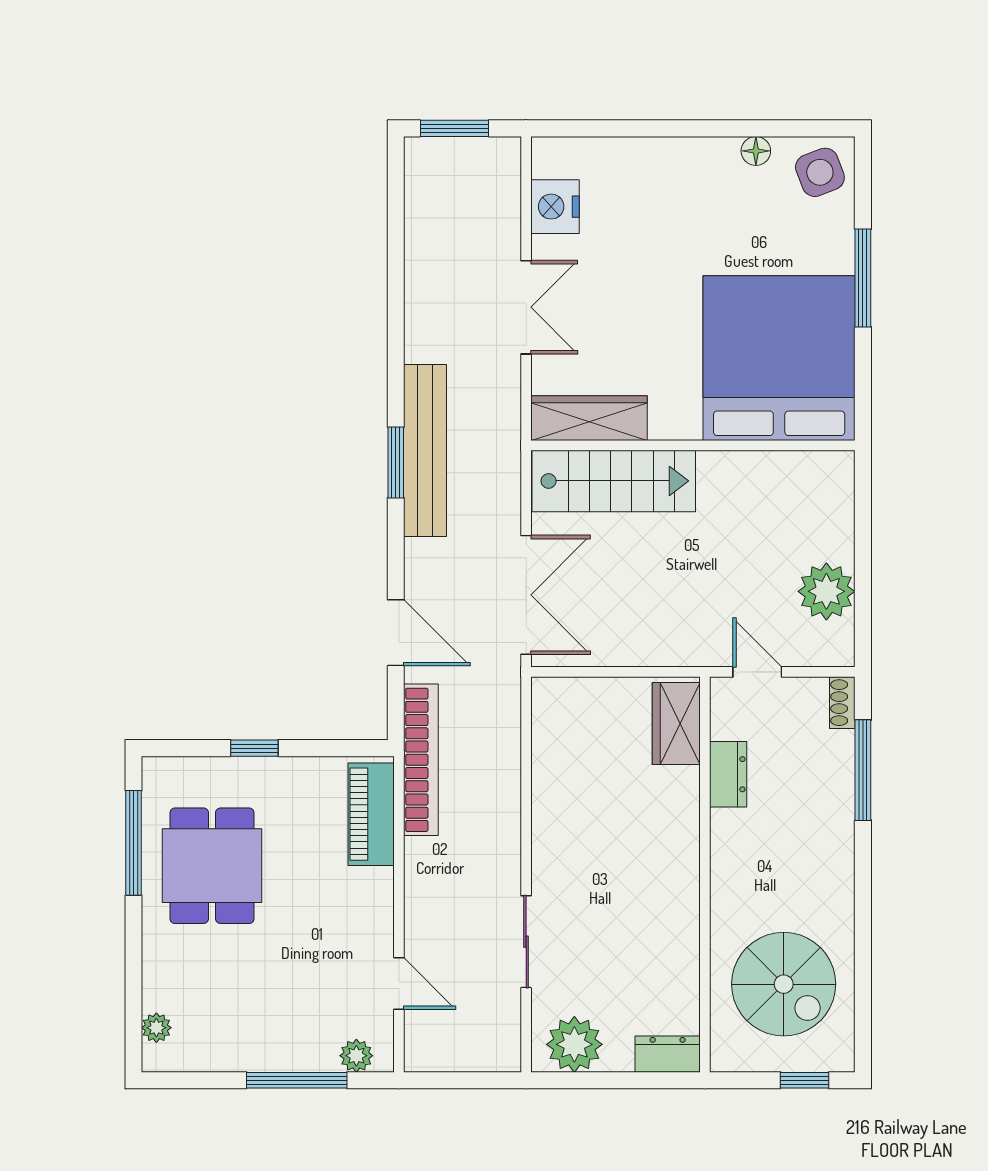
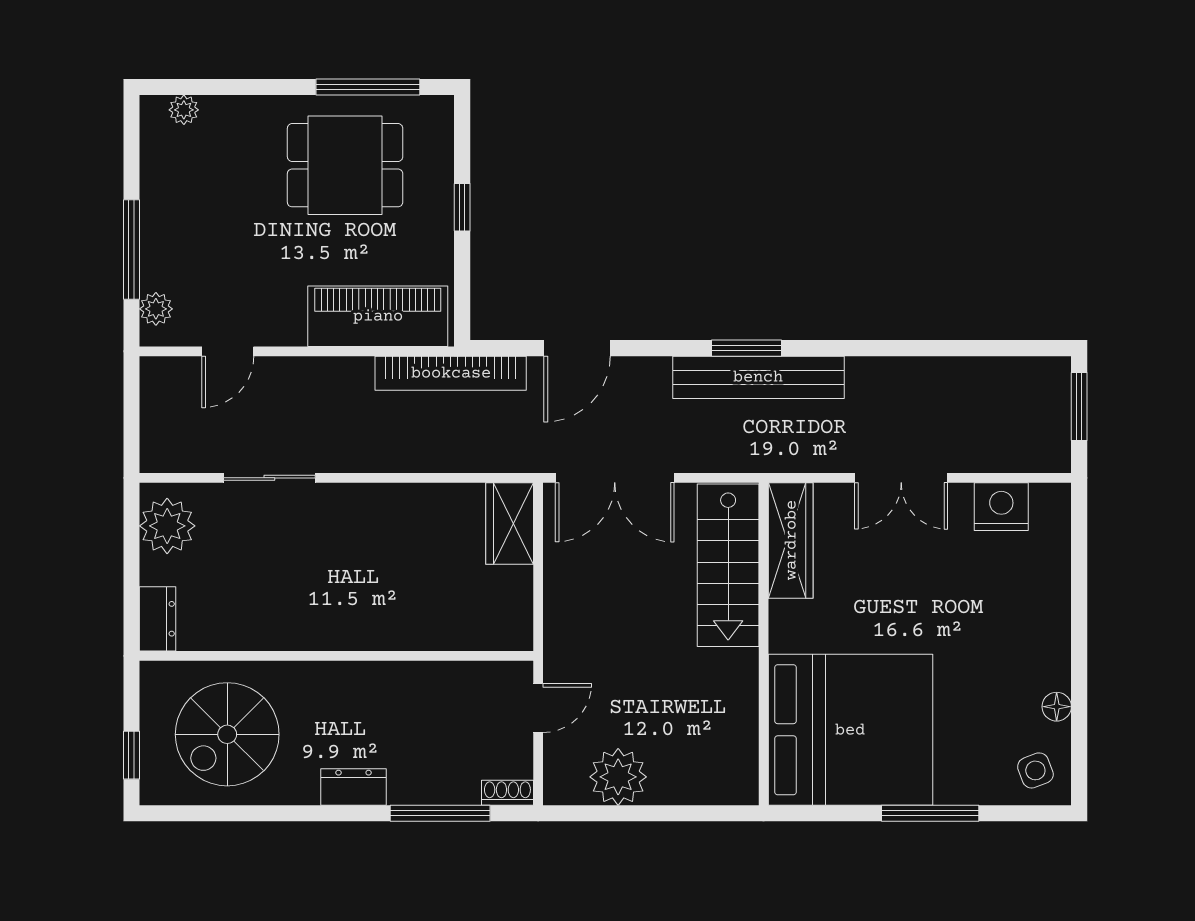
side table: (820, 172) -> (1035, 770), width x0.73, depth x0.73
wardrobe: (676, 723) -> (510, 523), moved, turned -90
dresser: (728, 774) -> (354, 787), moved, turned 180
piano: (371, 814) -> (378, 316), width x1.37, depth x1.33

